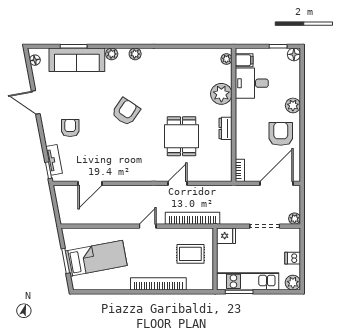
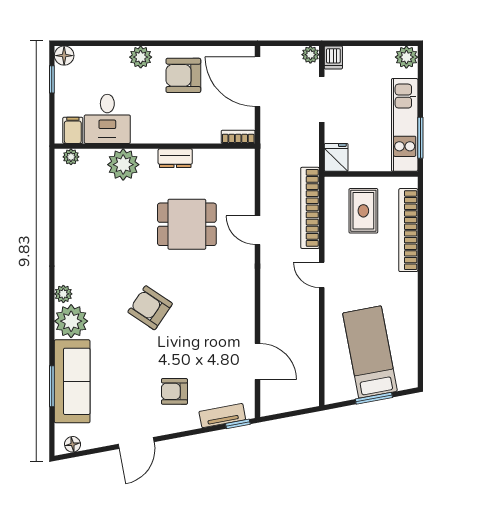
plant: (112, 54) -> (71, 321), width x1.87, depth x1.87
dishwasher: (293, 258) -> (333, 57), moved
bookcase: (158, 284) -> (408, 230), moved

